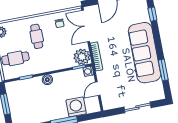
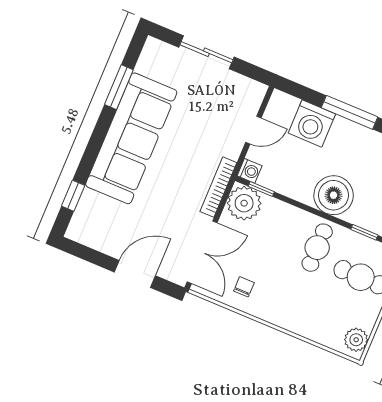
cafe table: (37, 36) -> (317, 248), moved
boiler: (47, 80) -> (334, 195), width x1.86, depth x1.86

